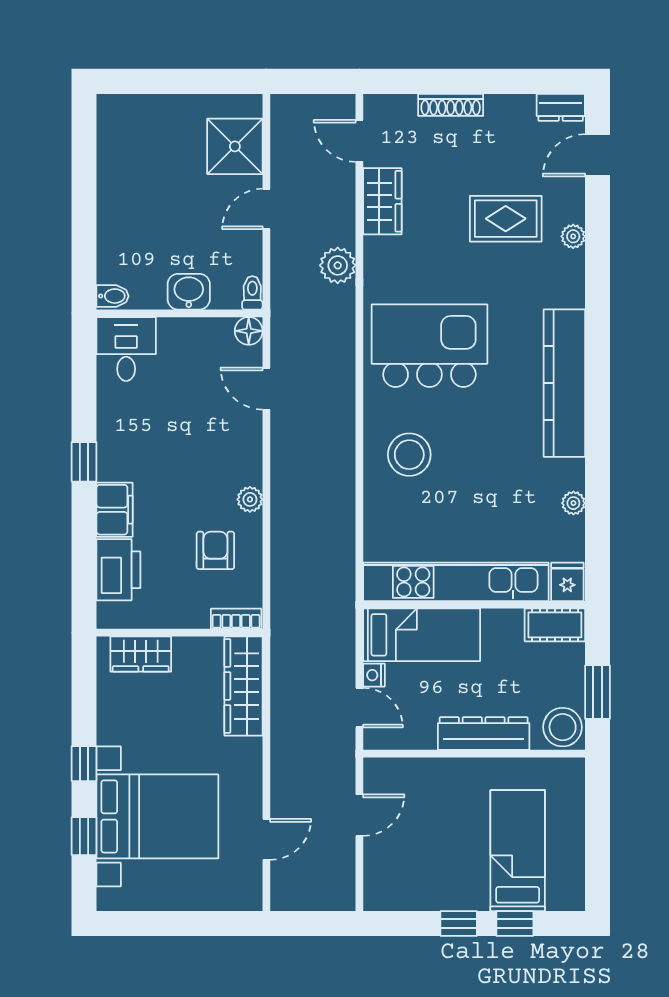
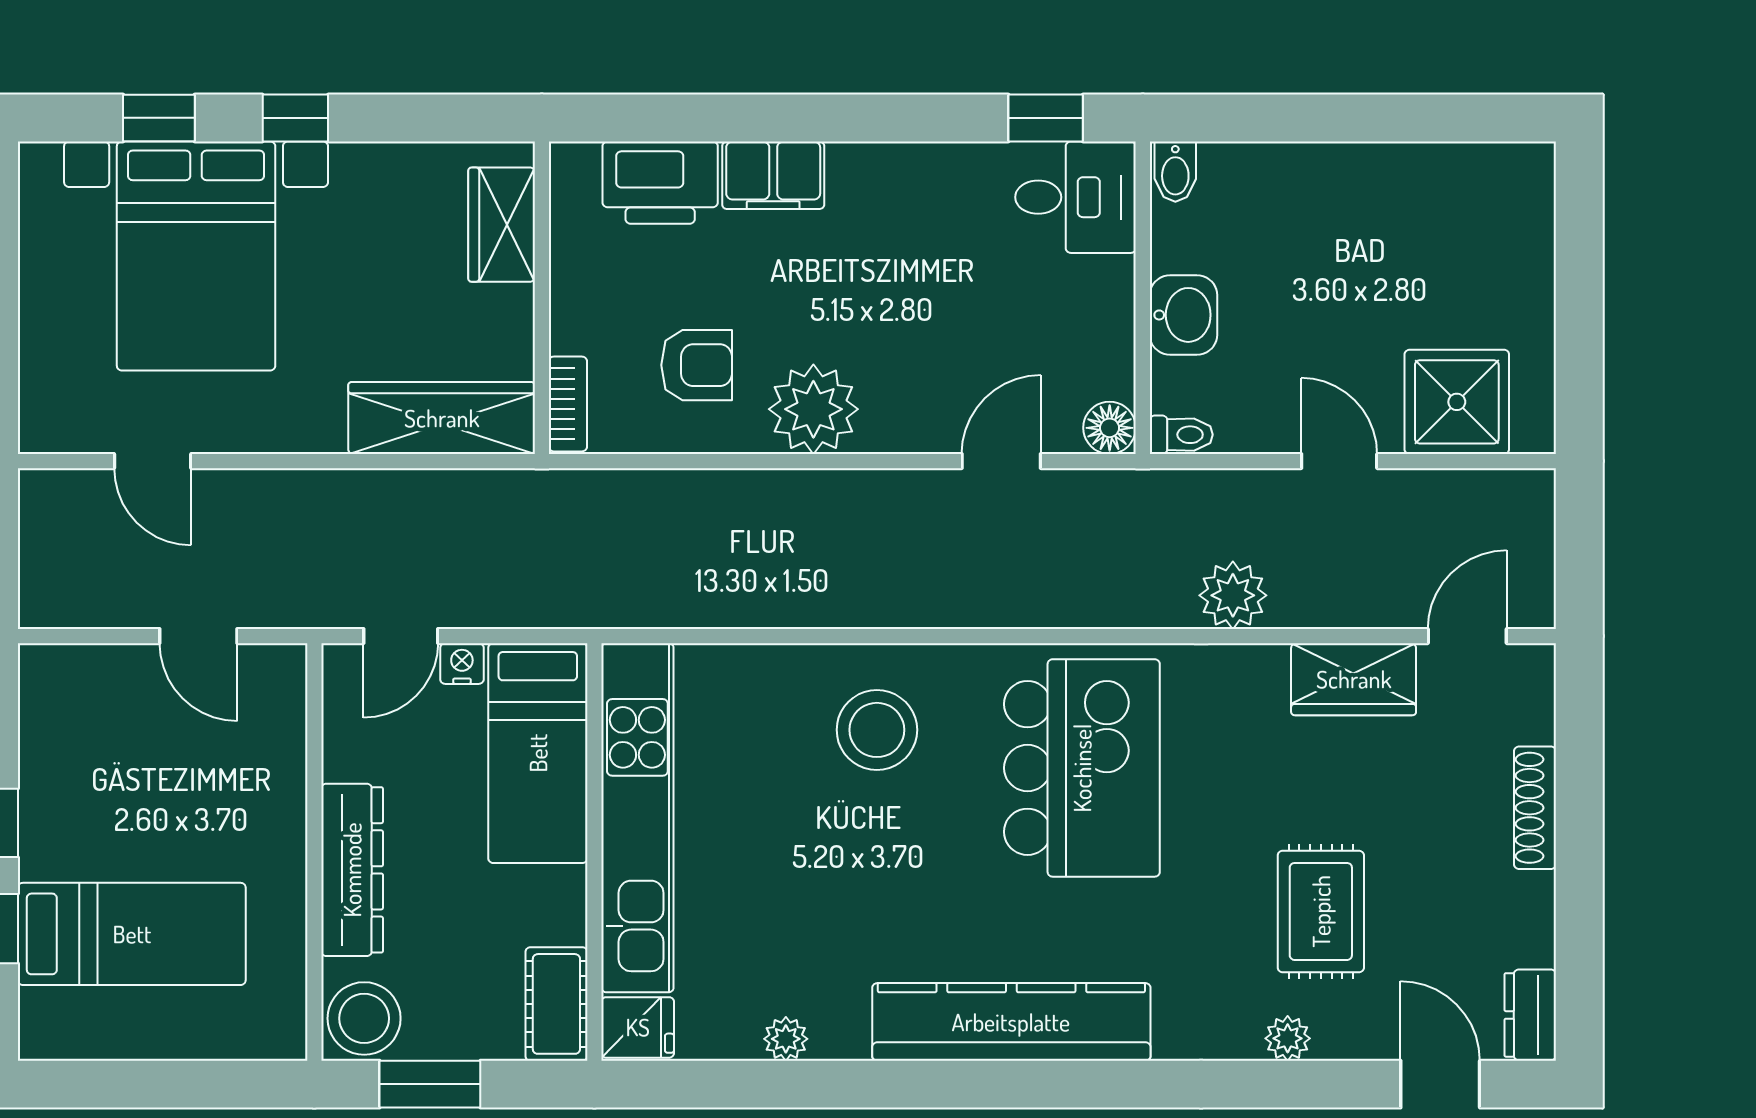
window: (84, 462) -> (1046, 118), moved
plant: (250, 499) -> (813, 409), width x1.88, depth x1.88

